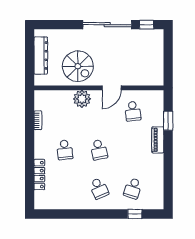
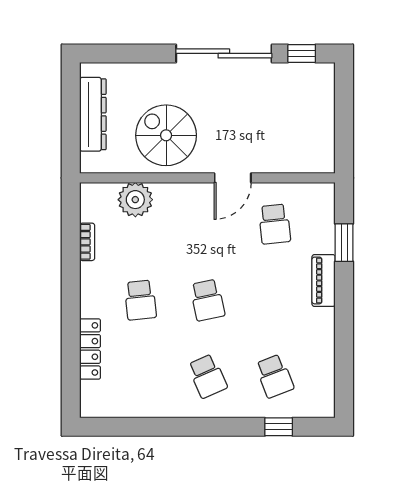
spiral stairs: (78, 66) -> (166, 135), turned 180
plant: (82, 99) -> (135, 200), moved
school desk: (133, 188) -> (275, 376), turned -39

